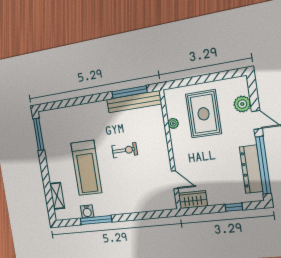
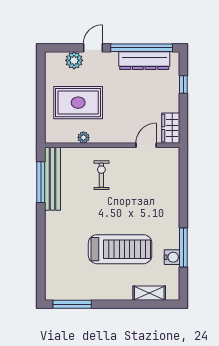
exercise bike: (125, 150) -> (101, 175), moved

